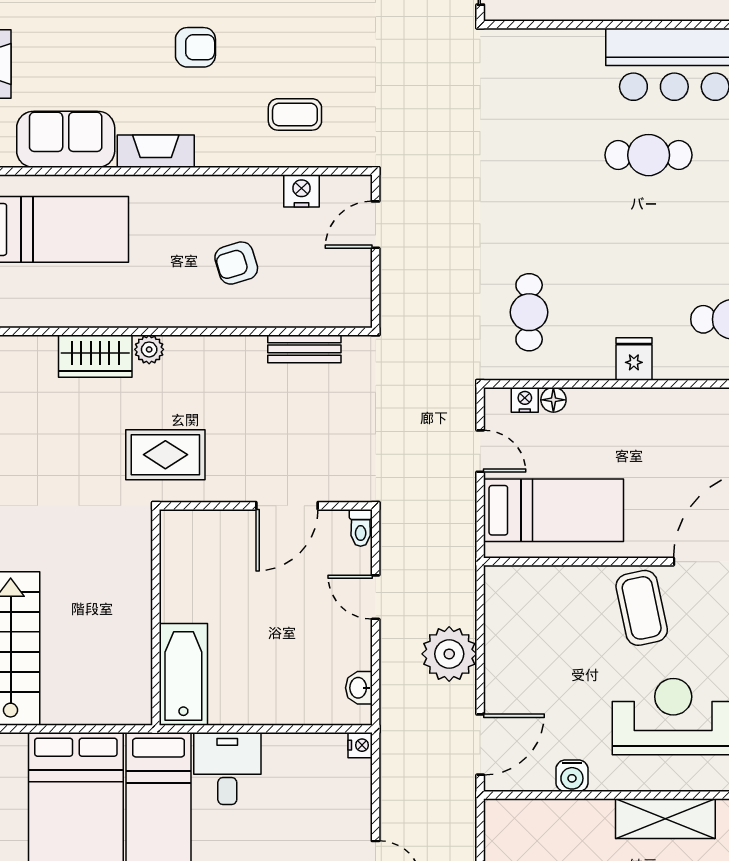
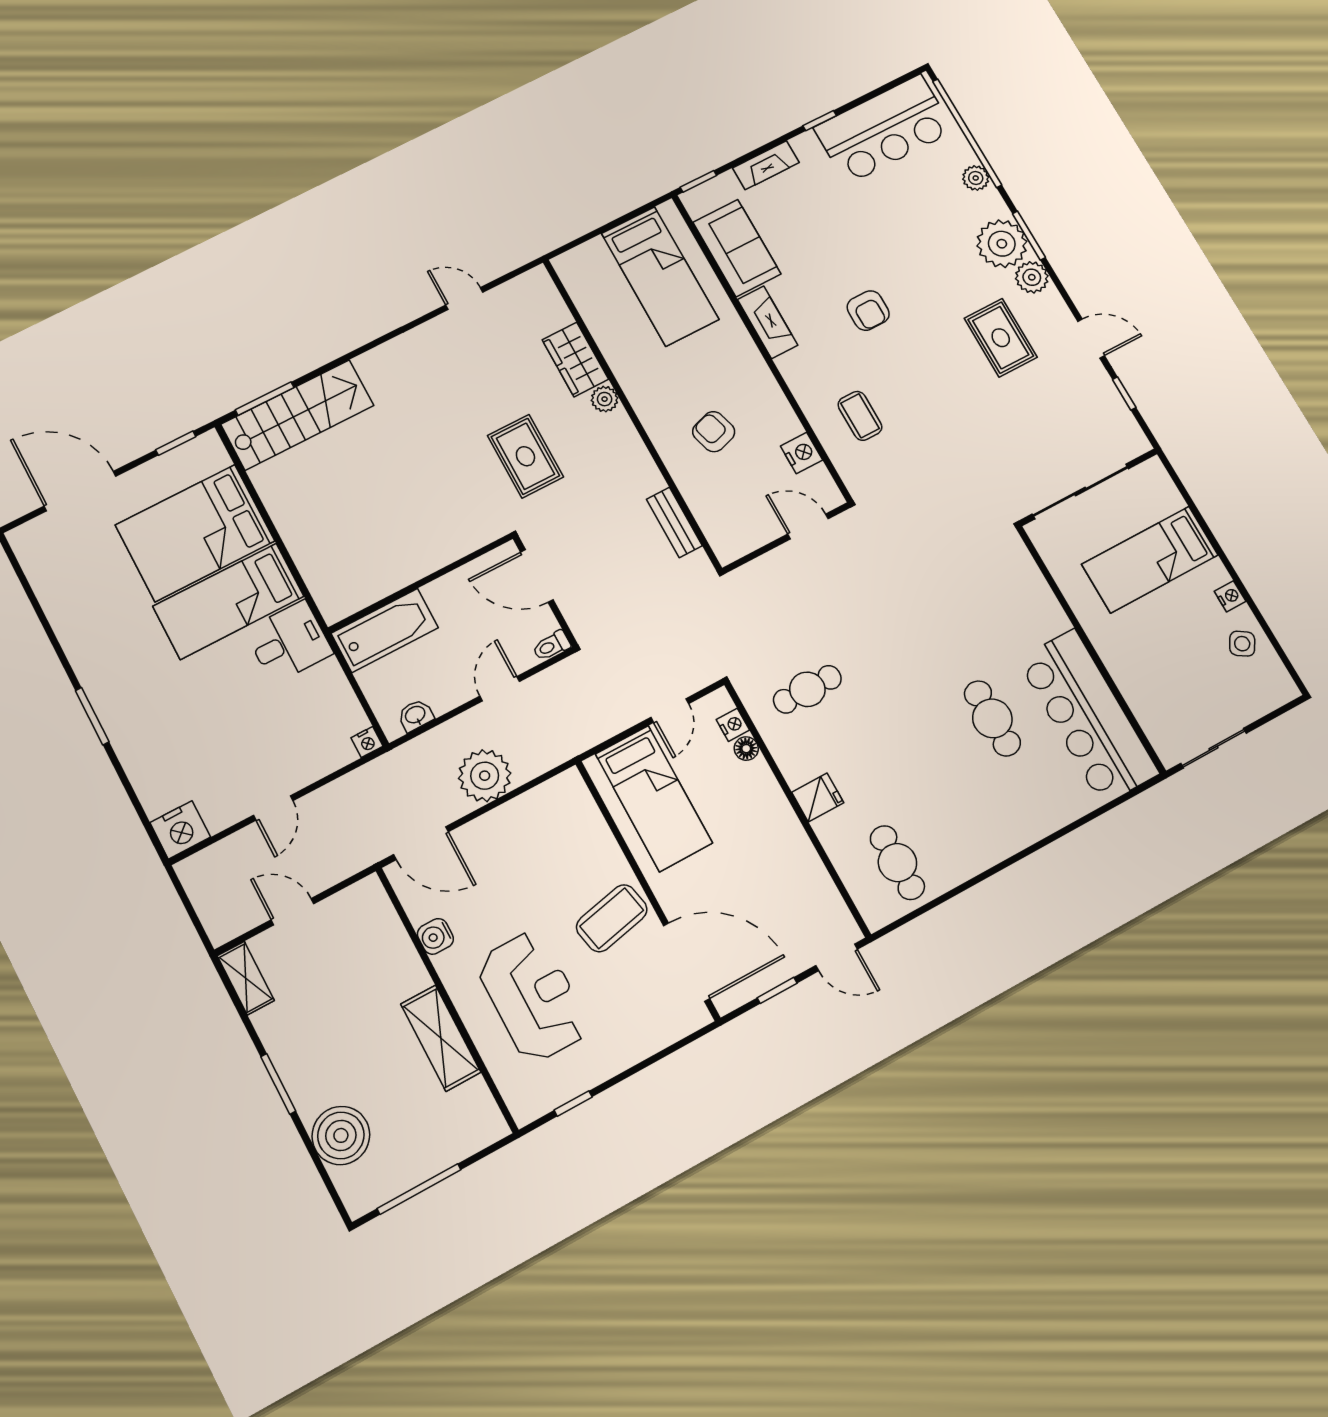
wall: (156, 617) -> (421, 583), moved
bathtub: (183, 674) -> (385, 630), moved

